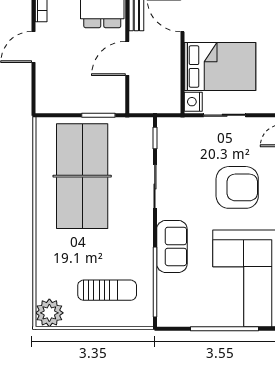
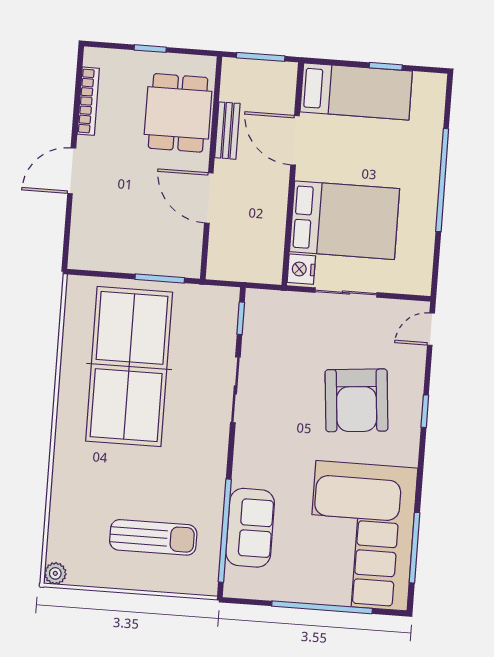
door: (127, 58) -> (209, 198), hinge flipped
armchair: (237, 187) -> (356, 400), turned 85
sofa: (172, 246) -> (250, 528), moved
plant: (49, 313) -> (55, 573), width x0.53, depth x0.53

